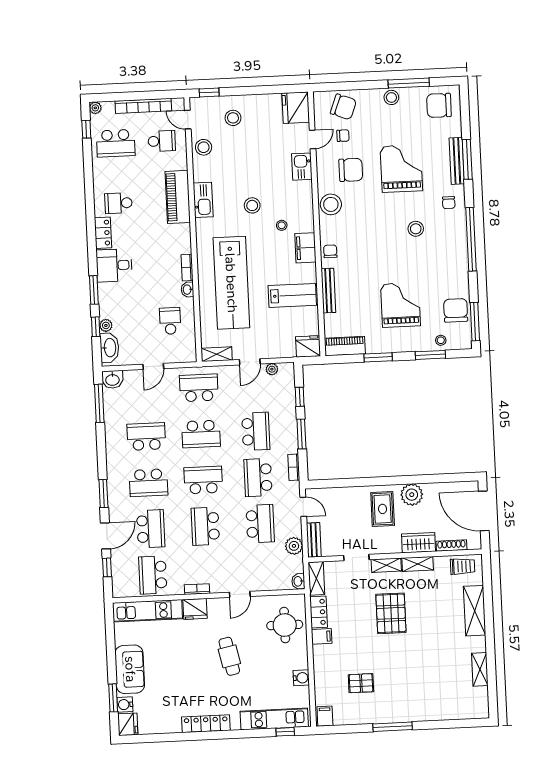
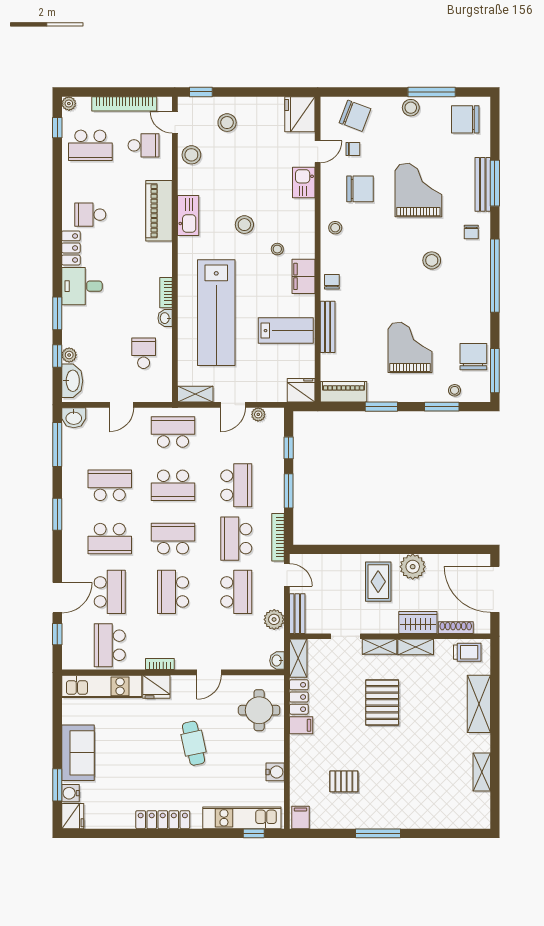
stool: (331, 204) -> (335, 228), width x0.53, depth x0.53
bookcase: (294, 467) -> (278, 537), width x1.56
window: (103, 493) -> (57, 514), moved

